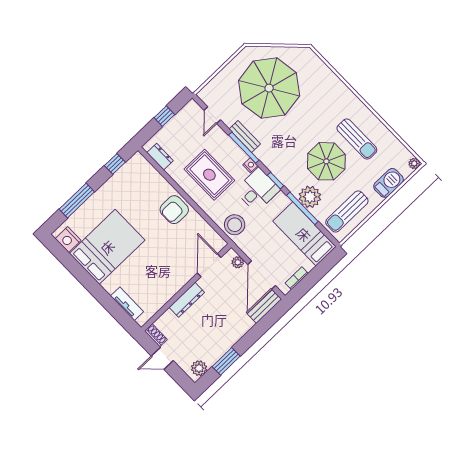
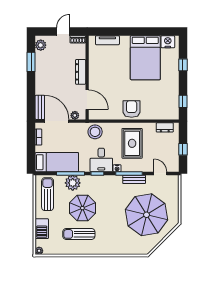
rug: (209, 175) -> (132, 143), turned 90
window: (77, 201) -> (183, 65), width x0.46

